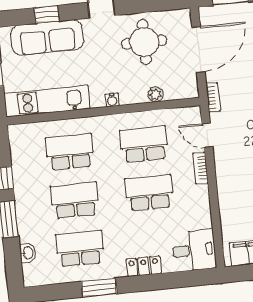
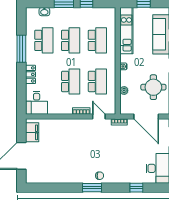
door: (207, 135) -> (99, 117), hinge flipped
window: (99, 288) -> (21, 49), width x1.44

